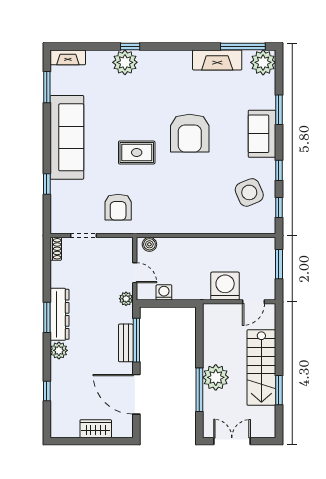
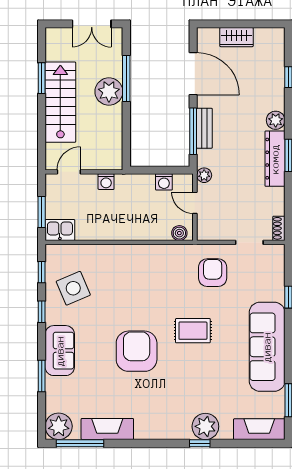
fireplace: (68, 57) -> (259, 429), width x1.37, depth x1.32
kitchen sink: (262, 247) -> (60, 230), added
washing machine: (225, 286) -> (106, 182), width x0.53, depth x0.53

